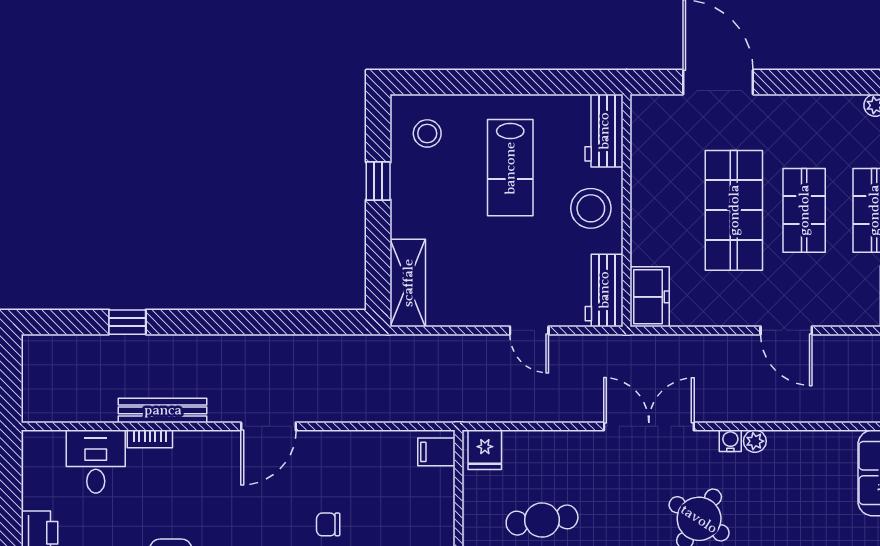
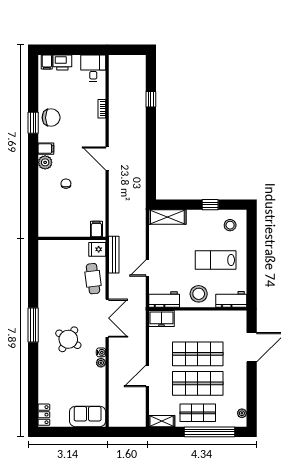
shop shelf: (804, 210) -> (198, 383), width x1.43, depth x1.36
bench: (163, 410) -> (114, 255), moved
desk: (96, 462) -> (93, 68), moved, turned -90
cafe table: (542, 520) -> (93, 279), moved

